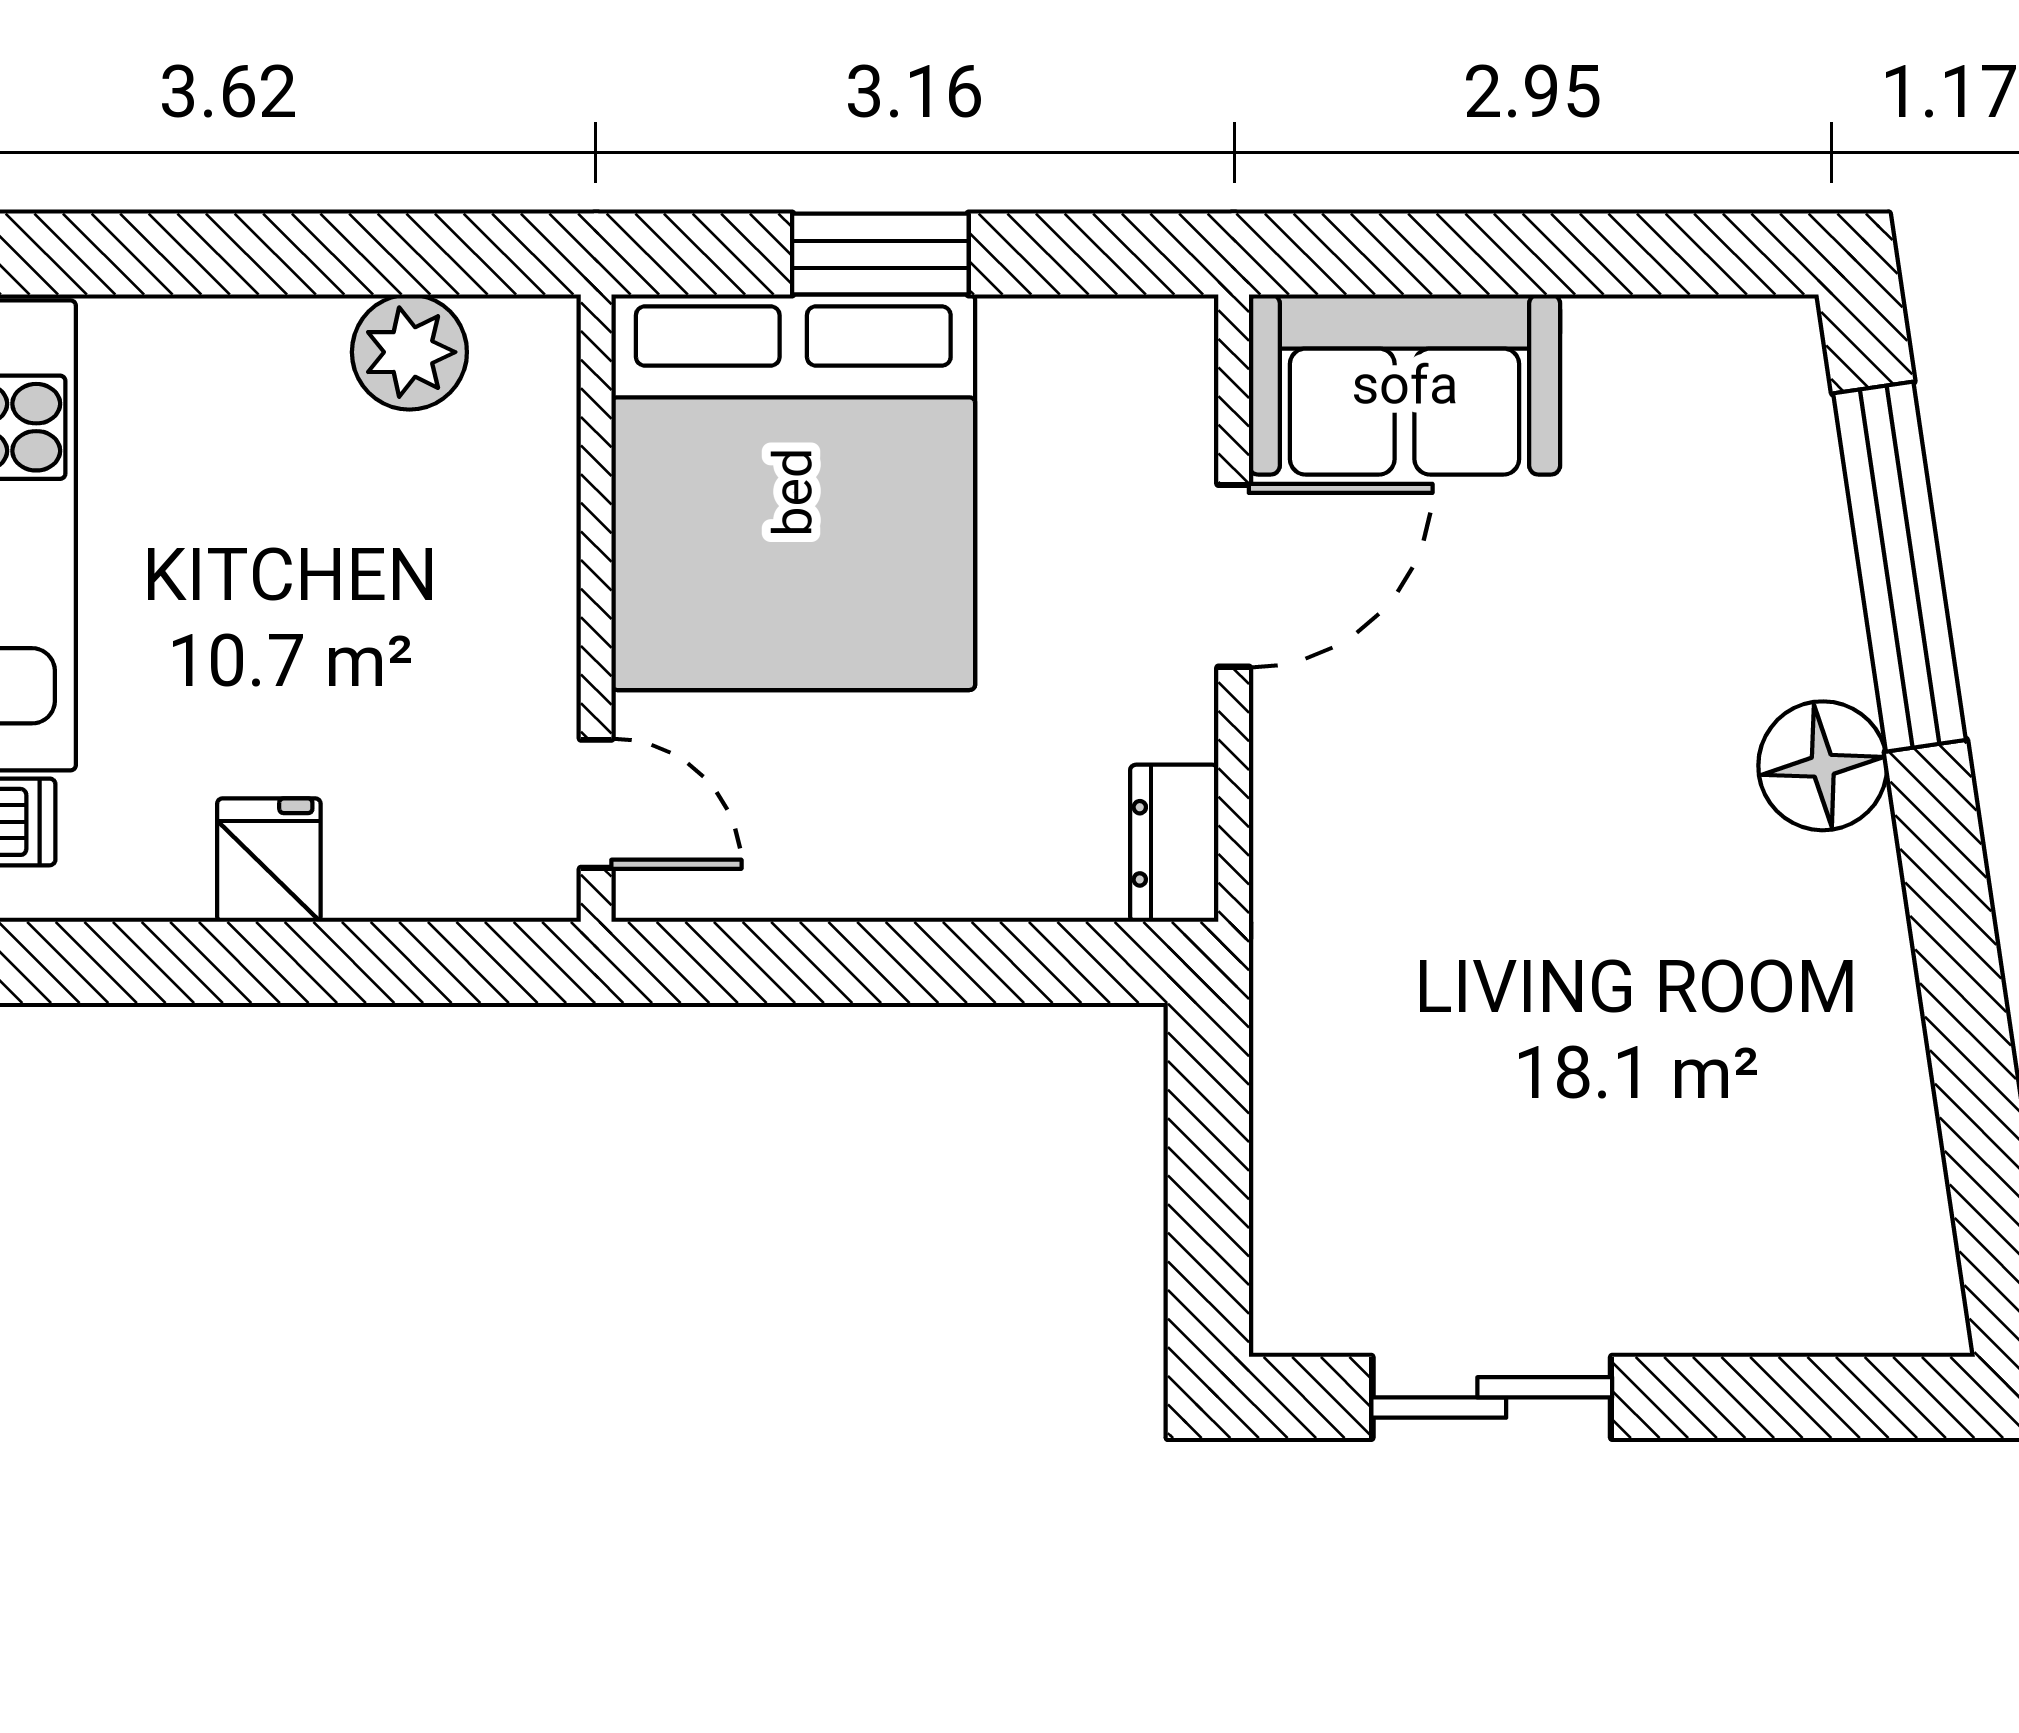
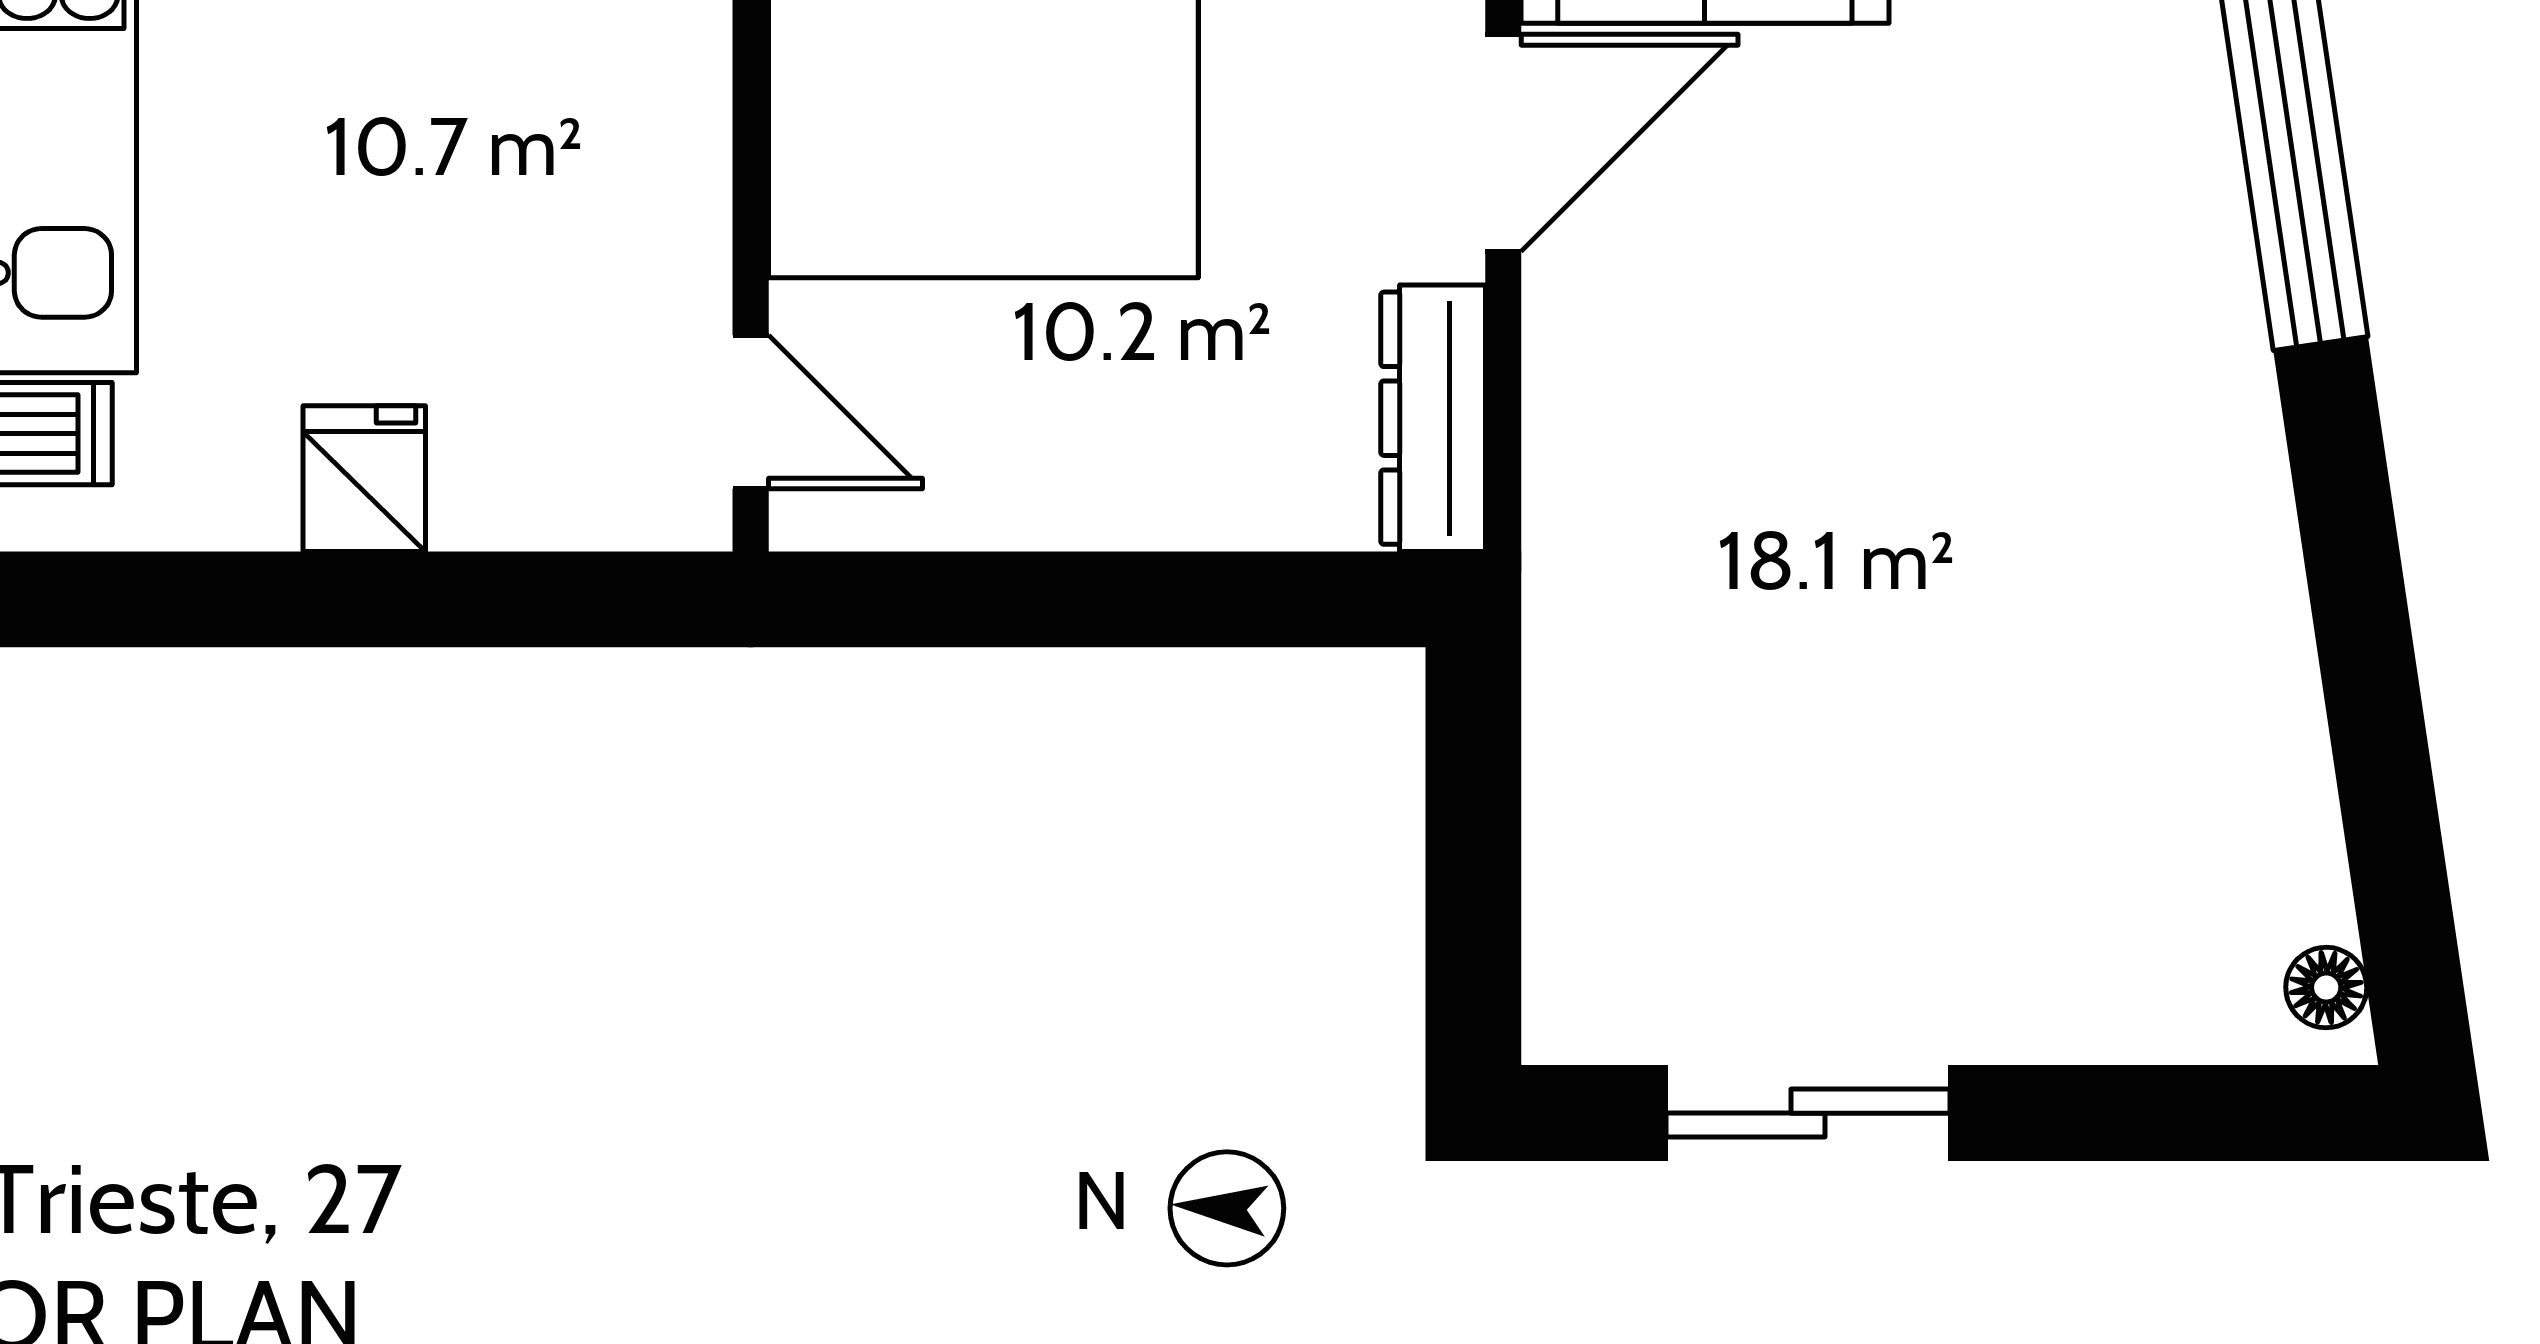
floor lamp: (1823, 766) -> (2326, 988), moved, width x0.53, depth x0.53
dresser: (1174, 843) -> (1433, 418), width x1.44

